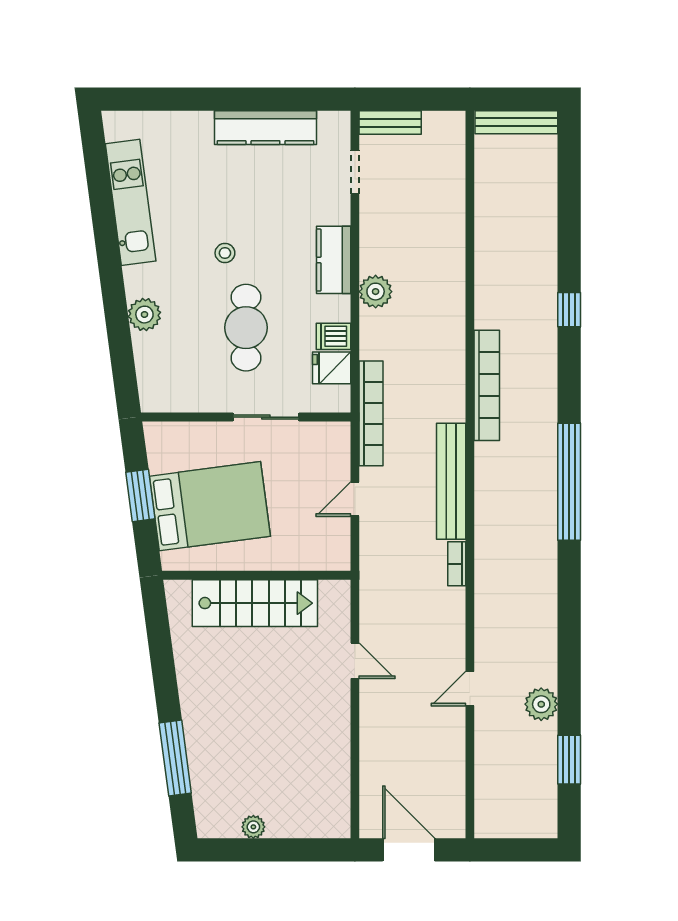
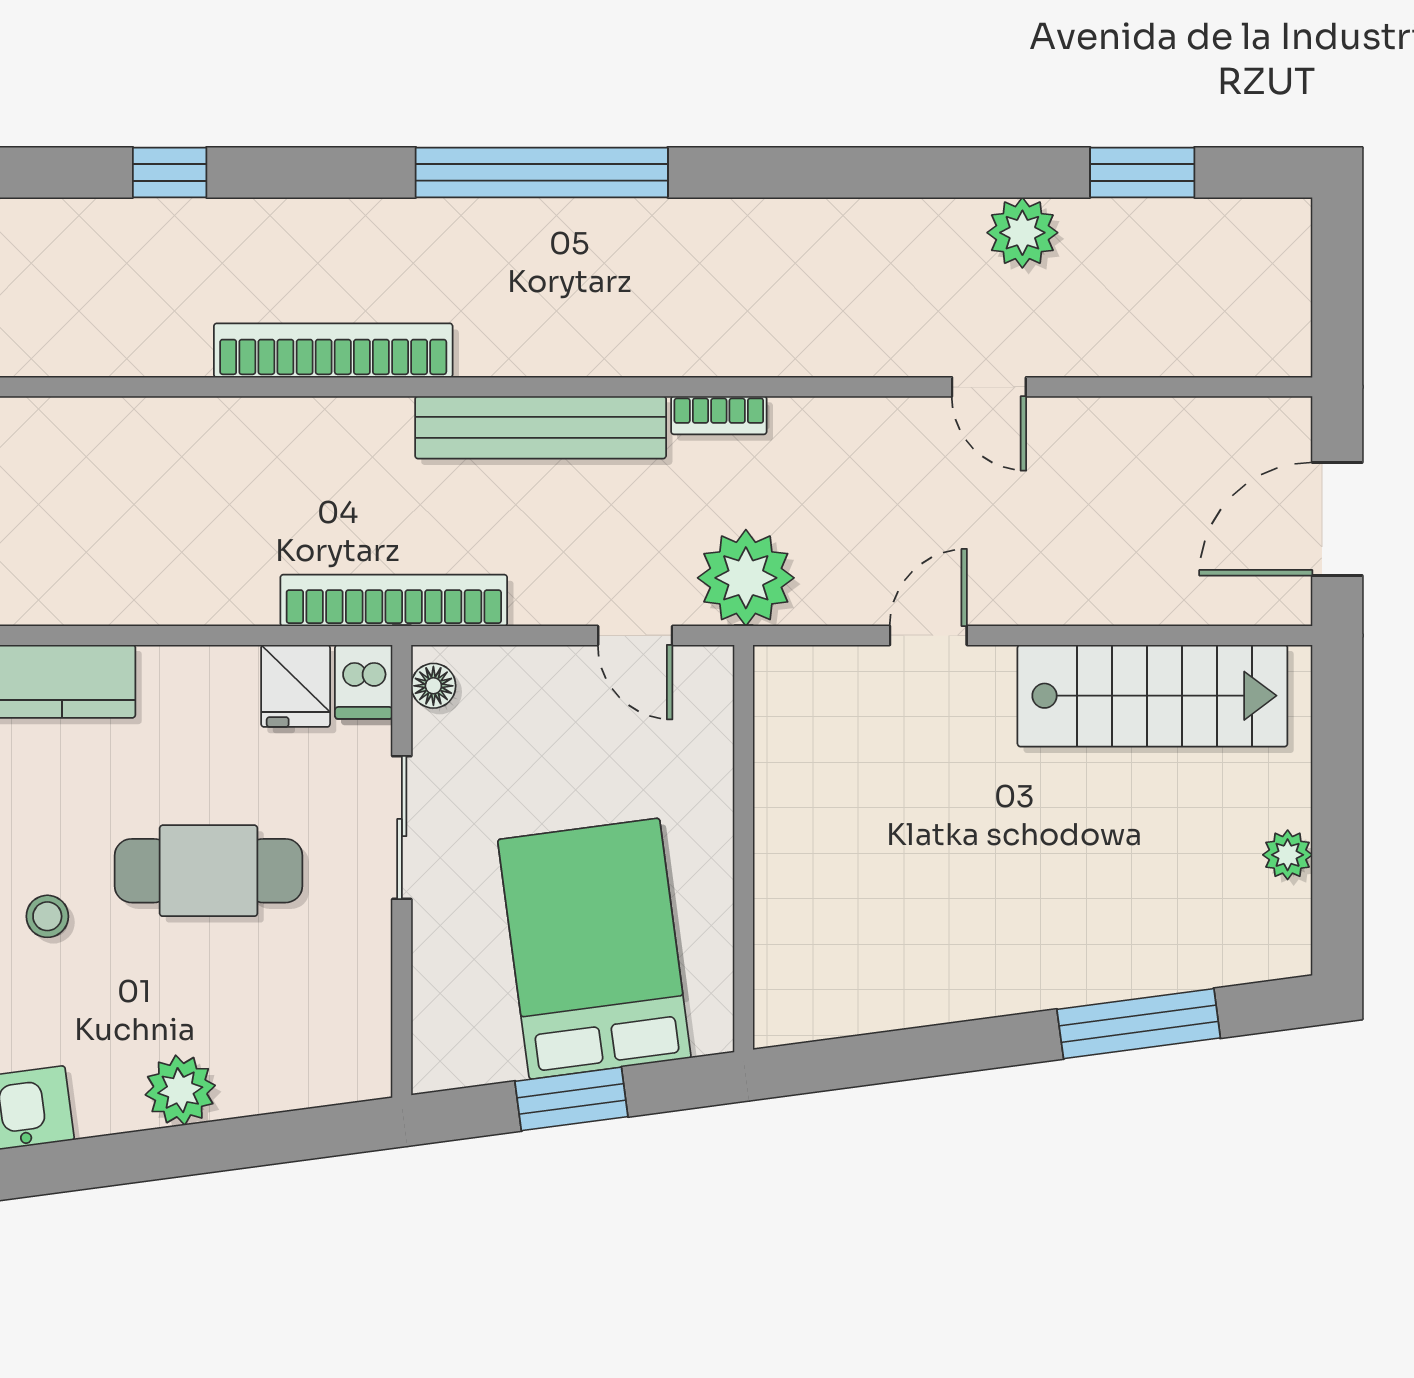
plant: (376, 292) -> (746, 578), moved, width x1.36, depth x1.36
dishwasher: (333, 336) -> (364, 682), moved
floor lamp: (332, 432) -> (433, 686), added
door: (355, 499) -> (635, 635), moved
stairs: (255, 603) -> (1152, 696), moved, turned 90

